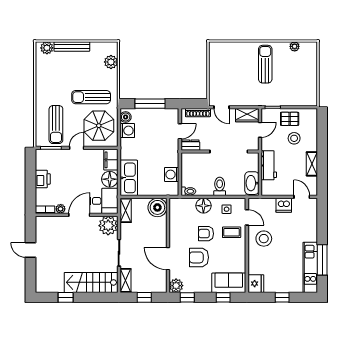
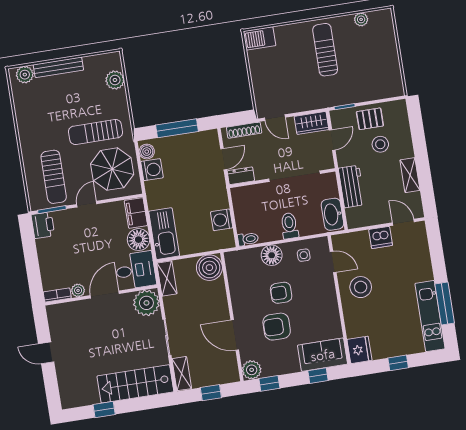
barbecue: (219, 49) -> (260, 38), added
printer: (43, 179) -> (43, 225), moved
coffee table: (232, 232) -> (315, 285), removed

